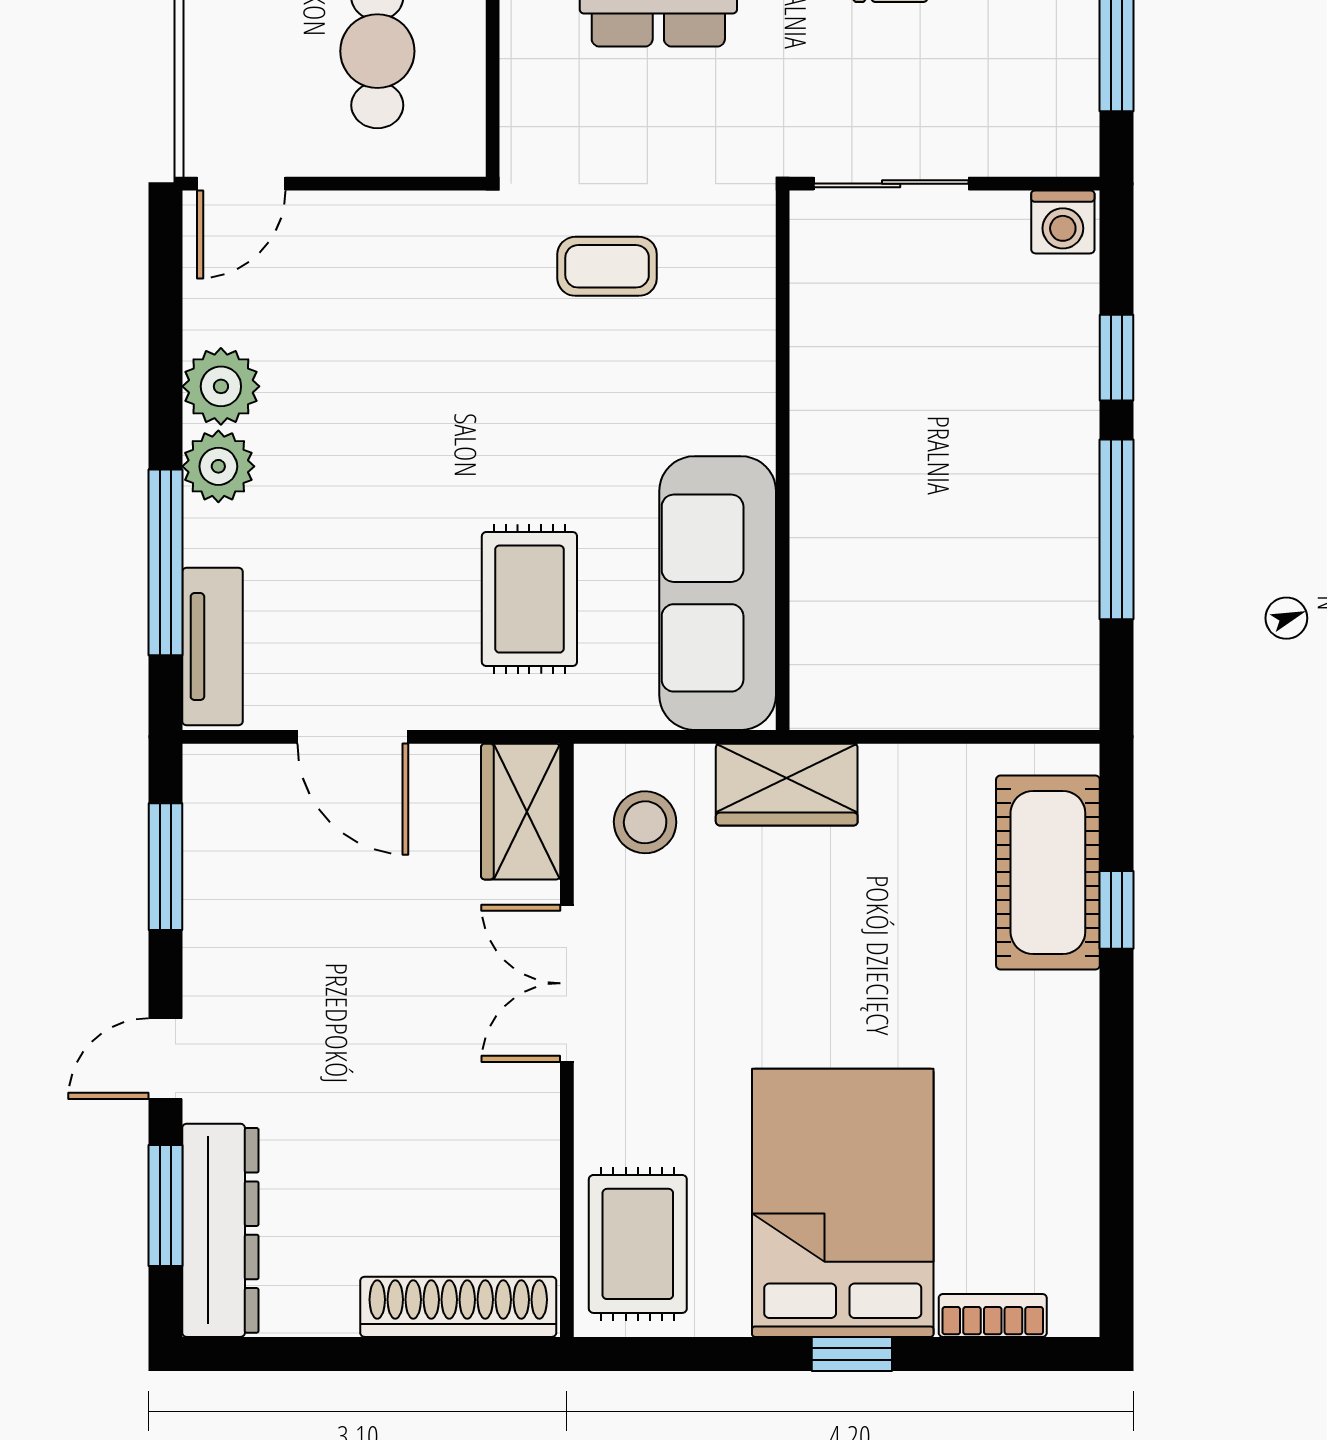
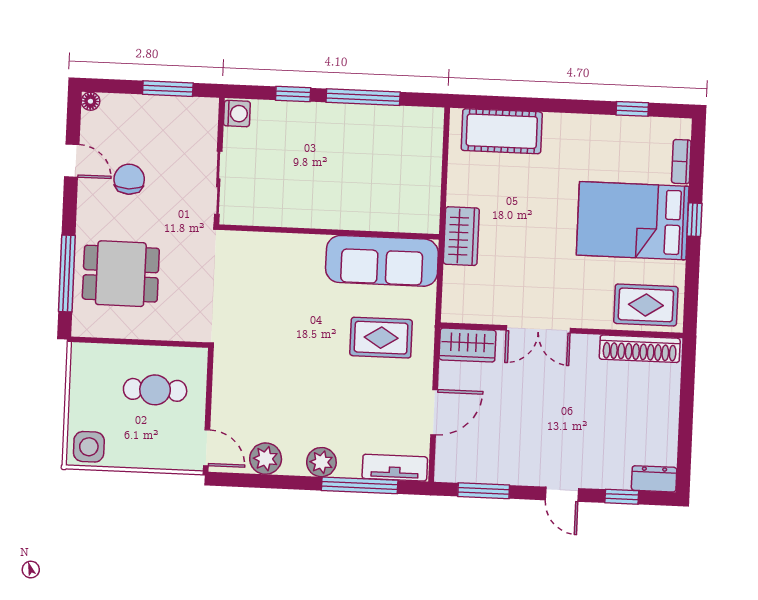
coffee table: (607, 266) -> (247, 300), removed
plant: (221, 386) -> (266, 459), moved
stool: (645, 822) -> (474, 294), removed
window: (1116, 910) -> (632, 109), moved
window: (166, 1205) -> (622, 497), width x0.67
dresser: (220, 1230) -> (654, 479), width x0.51, depth x0.80
shoe rack: (458, 1307) -> (640, 349), moved, turned -90

